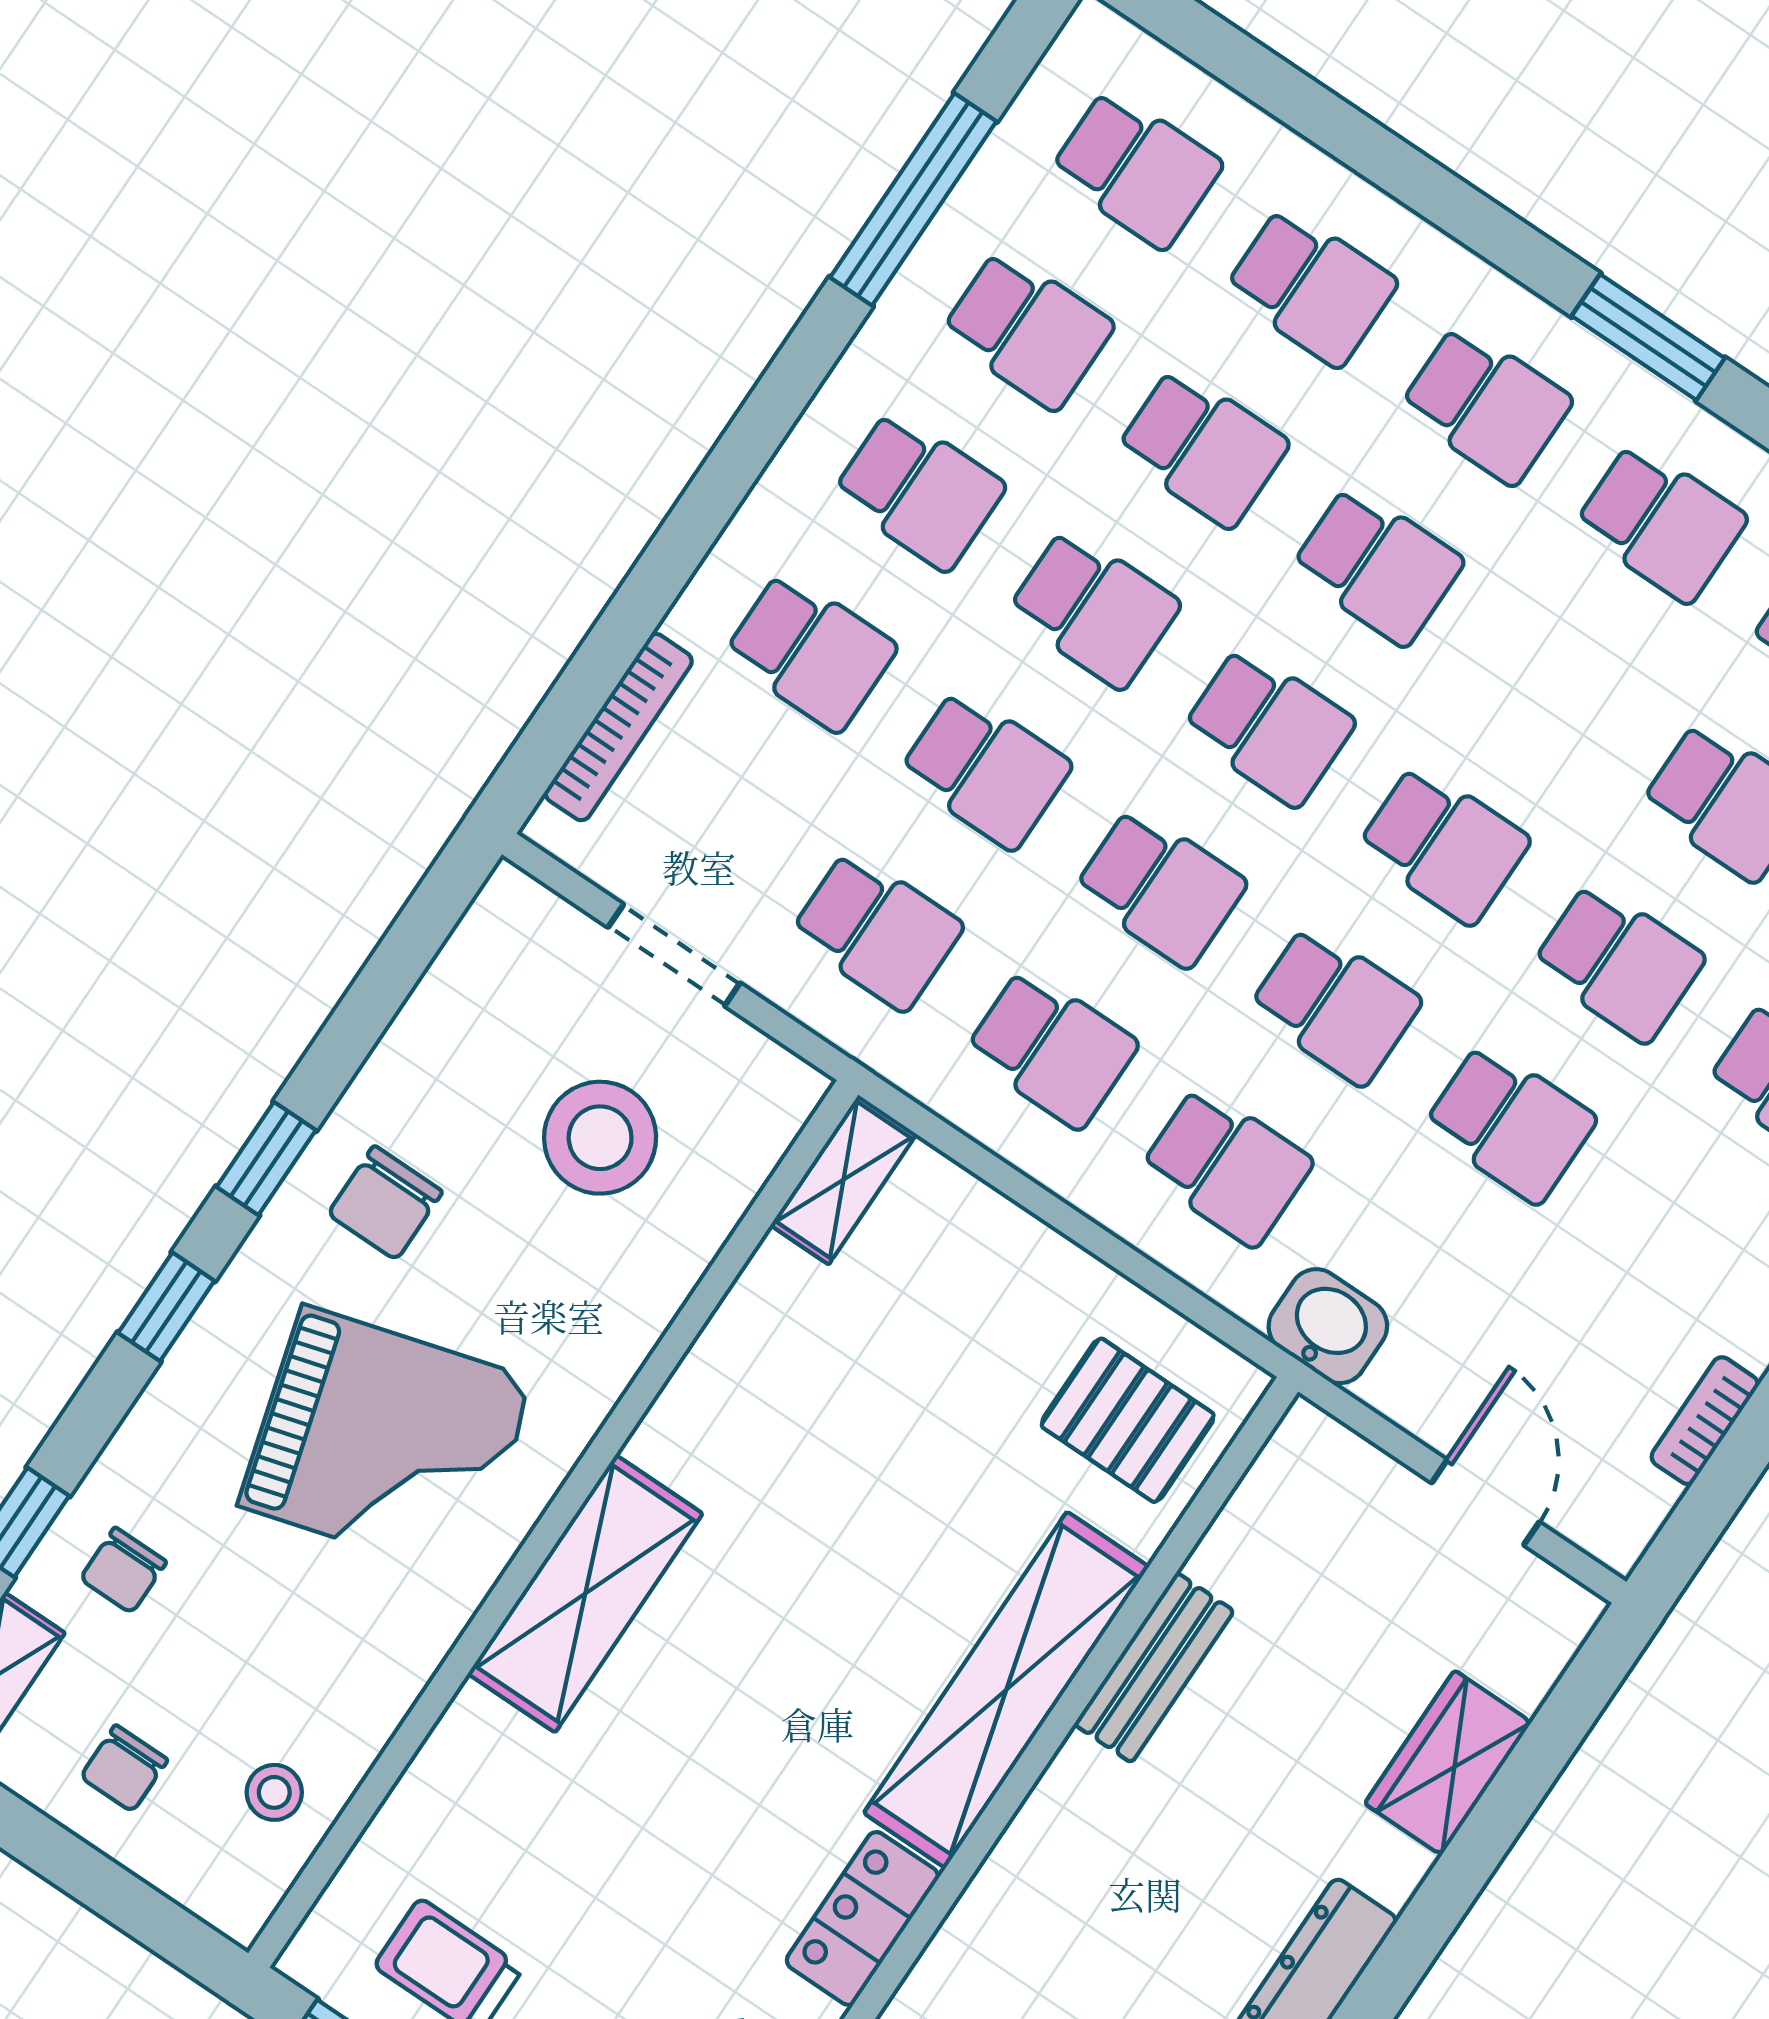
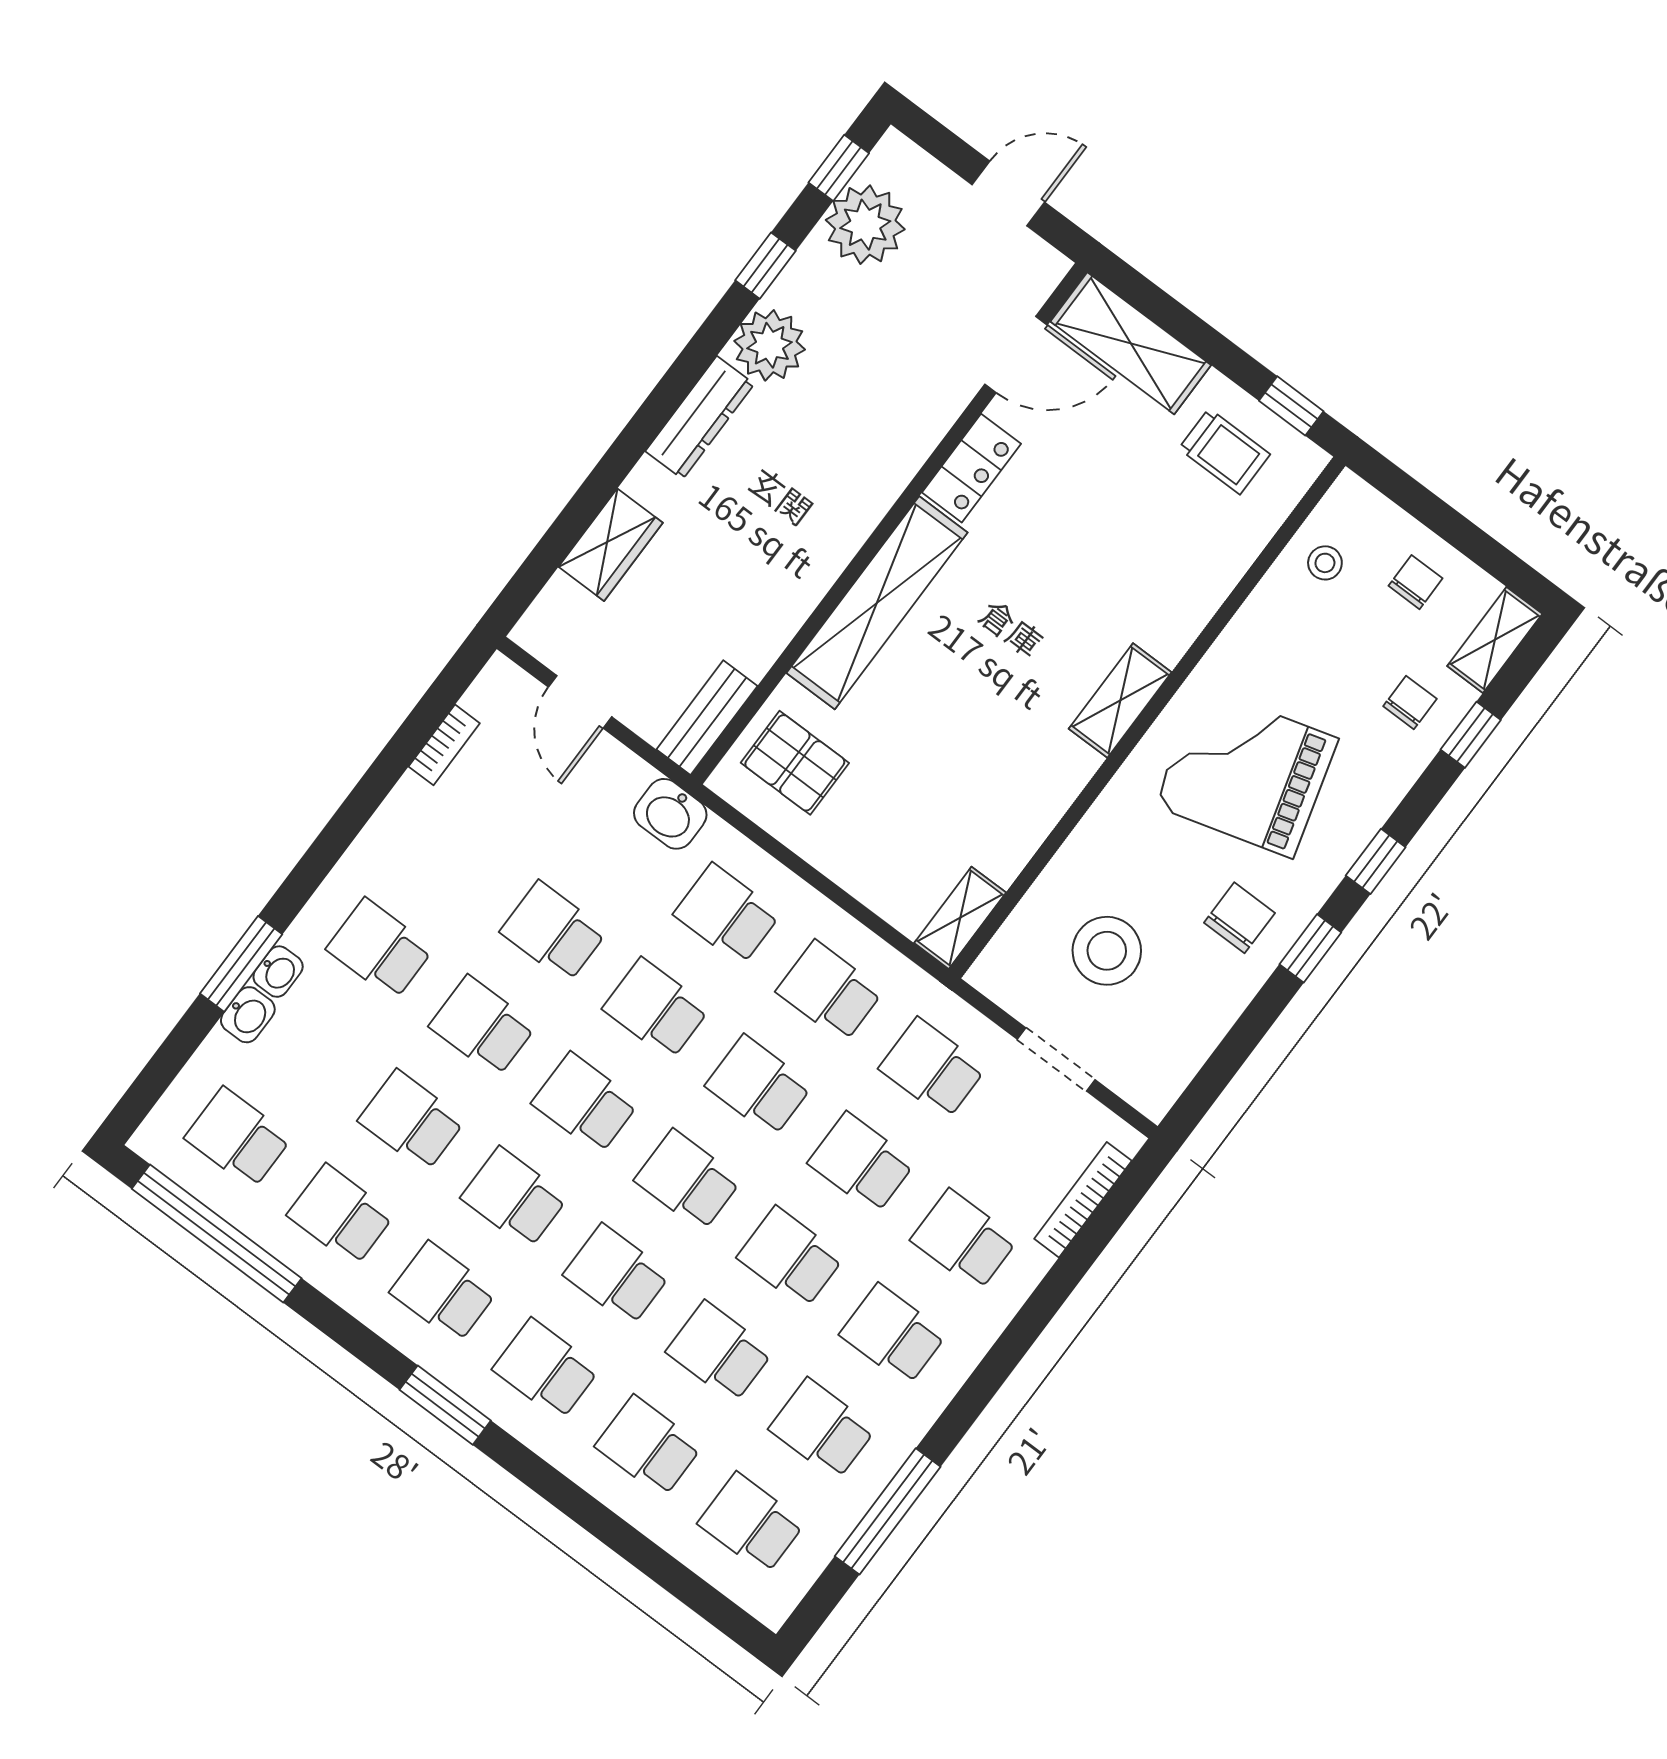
school desk: (1552, 683) -> (514, 1198), added
shelving: (585, 1594) -> (1120, 700), width x0.67, depth x0.75
bench: (1154, 1668) -> (707, 718), moved

